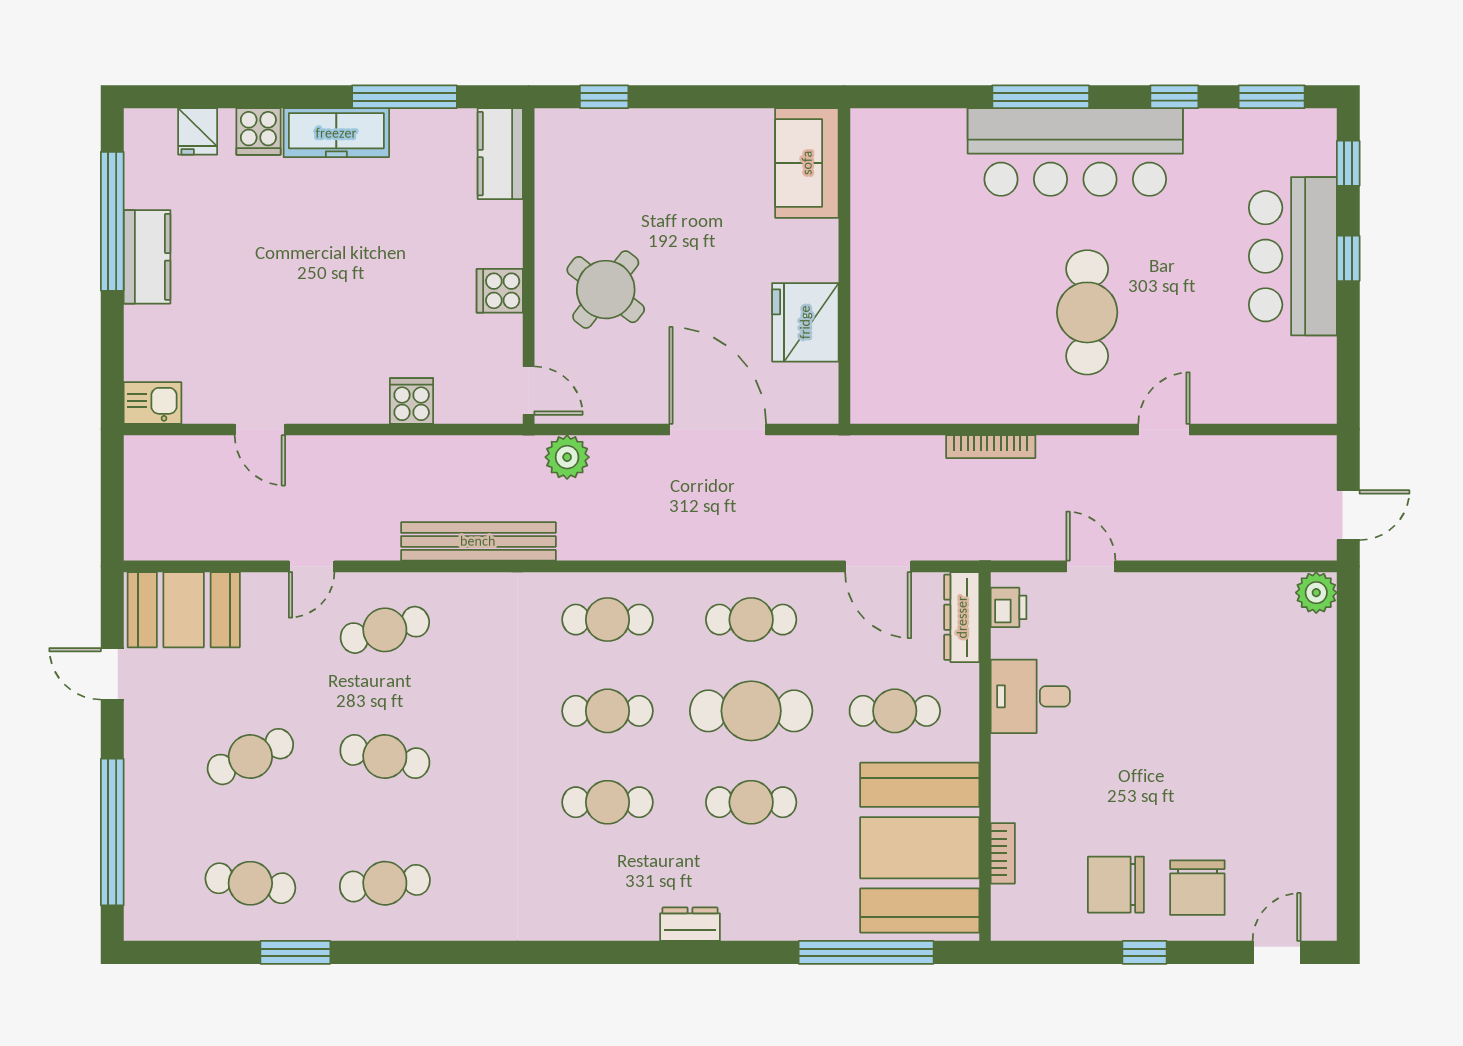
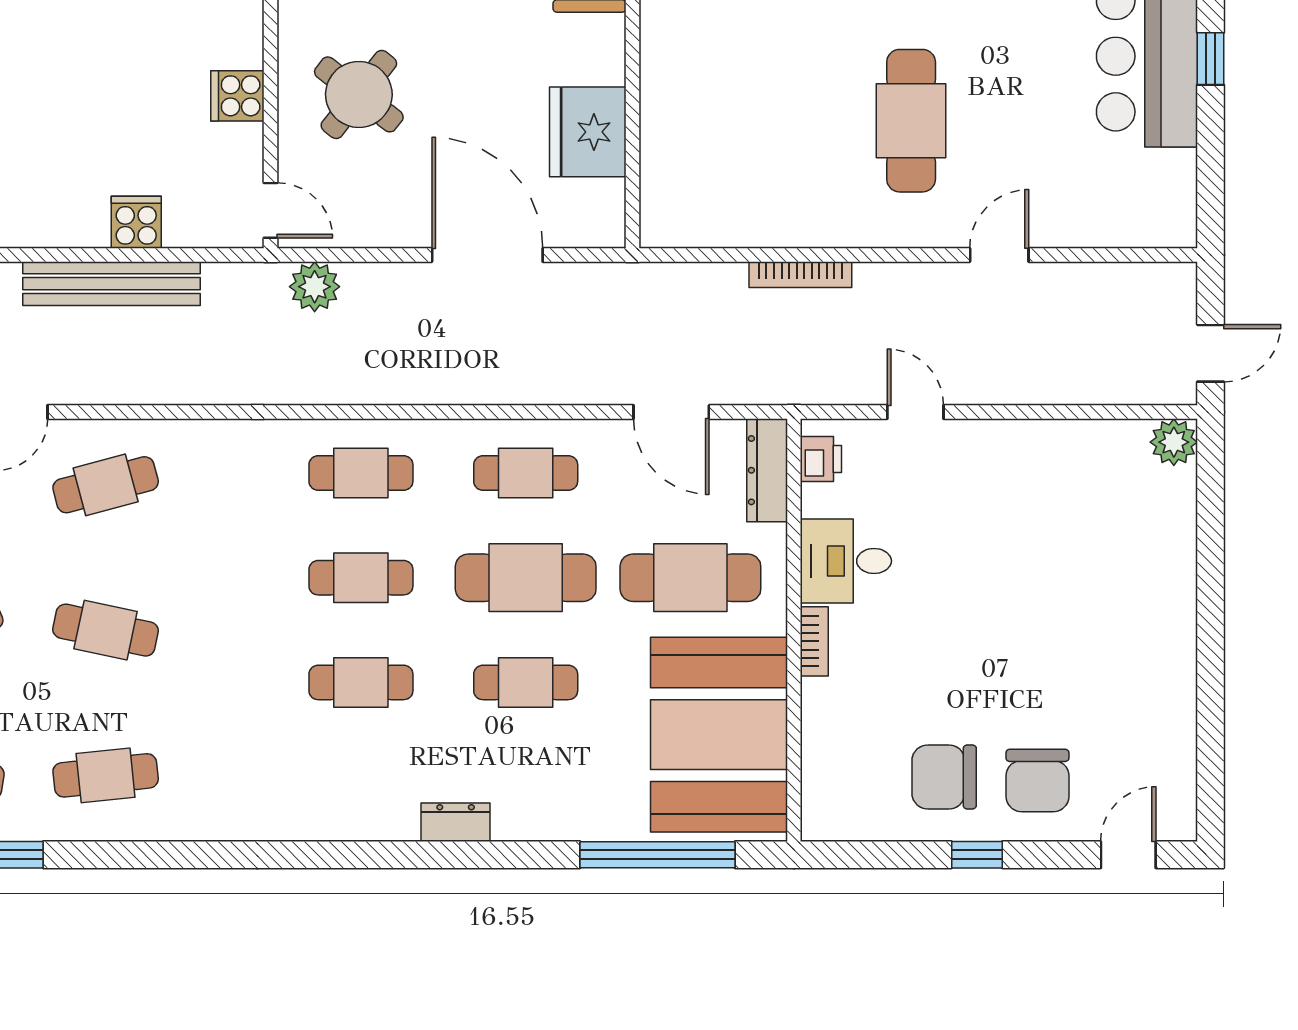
bench: (478, 541) -> (112, 284), moved
cafe table: (895, 711) -> (690, 578), width x1.37, depth x1.35
bookcase: (1003, 853) -> (814, 641), moved

